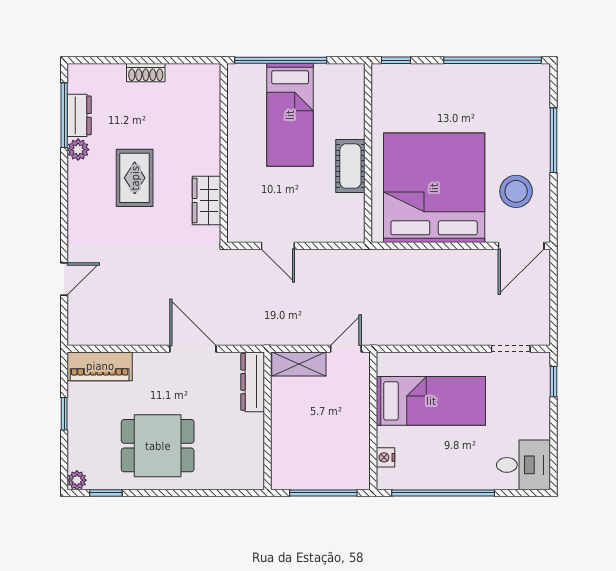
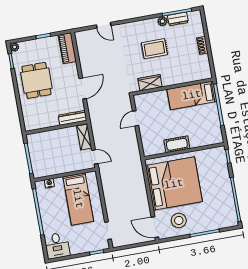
bed: (290, 115) -> (192, 95), moved

